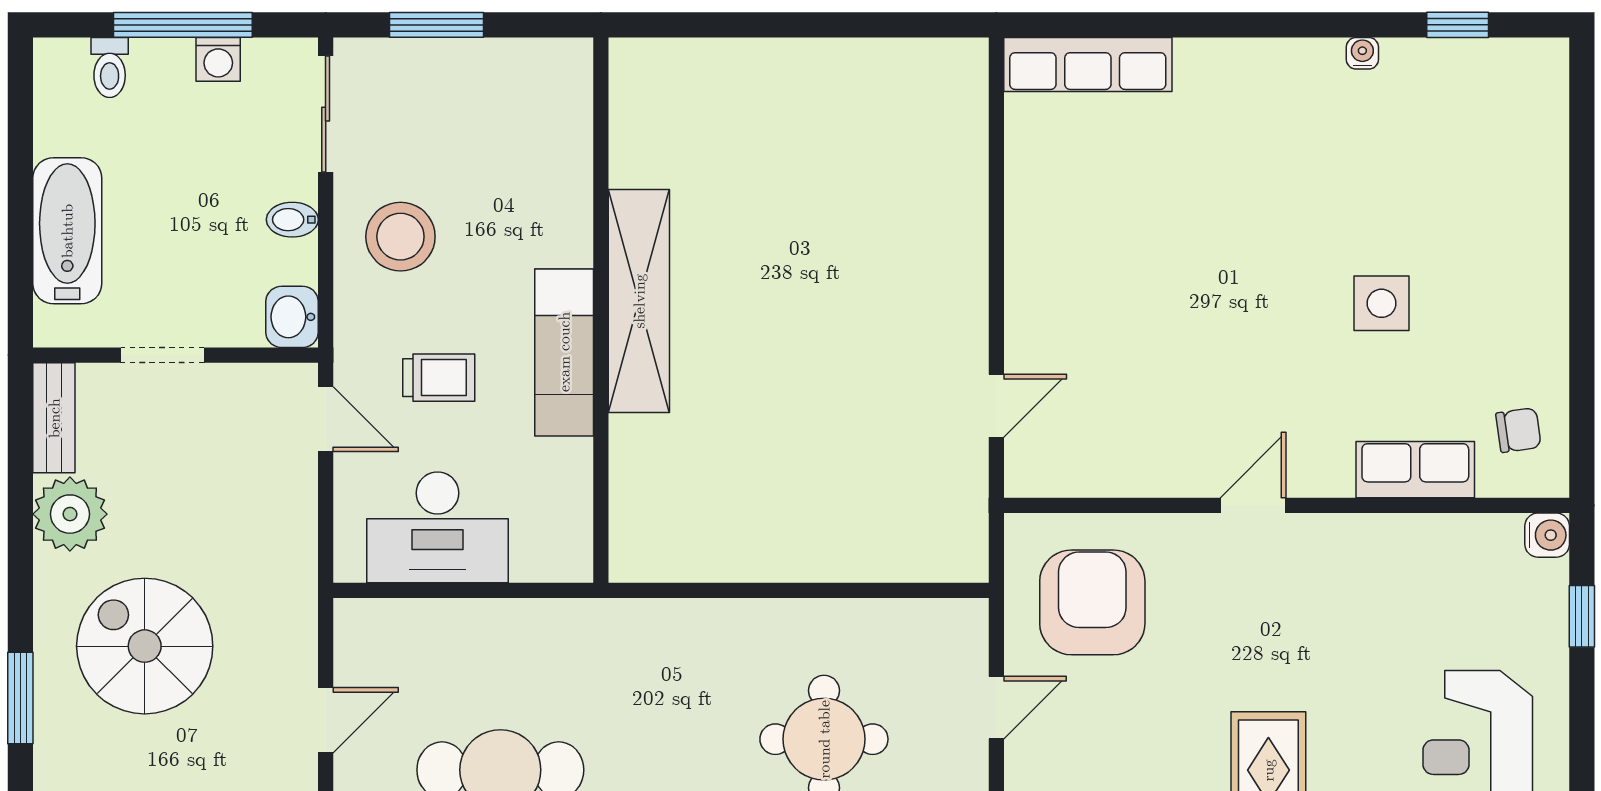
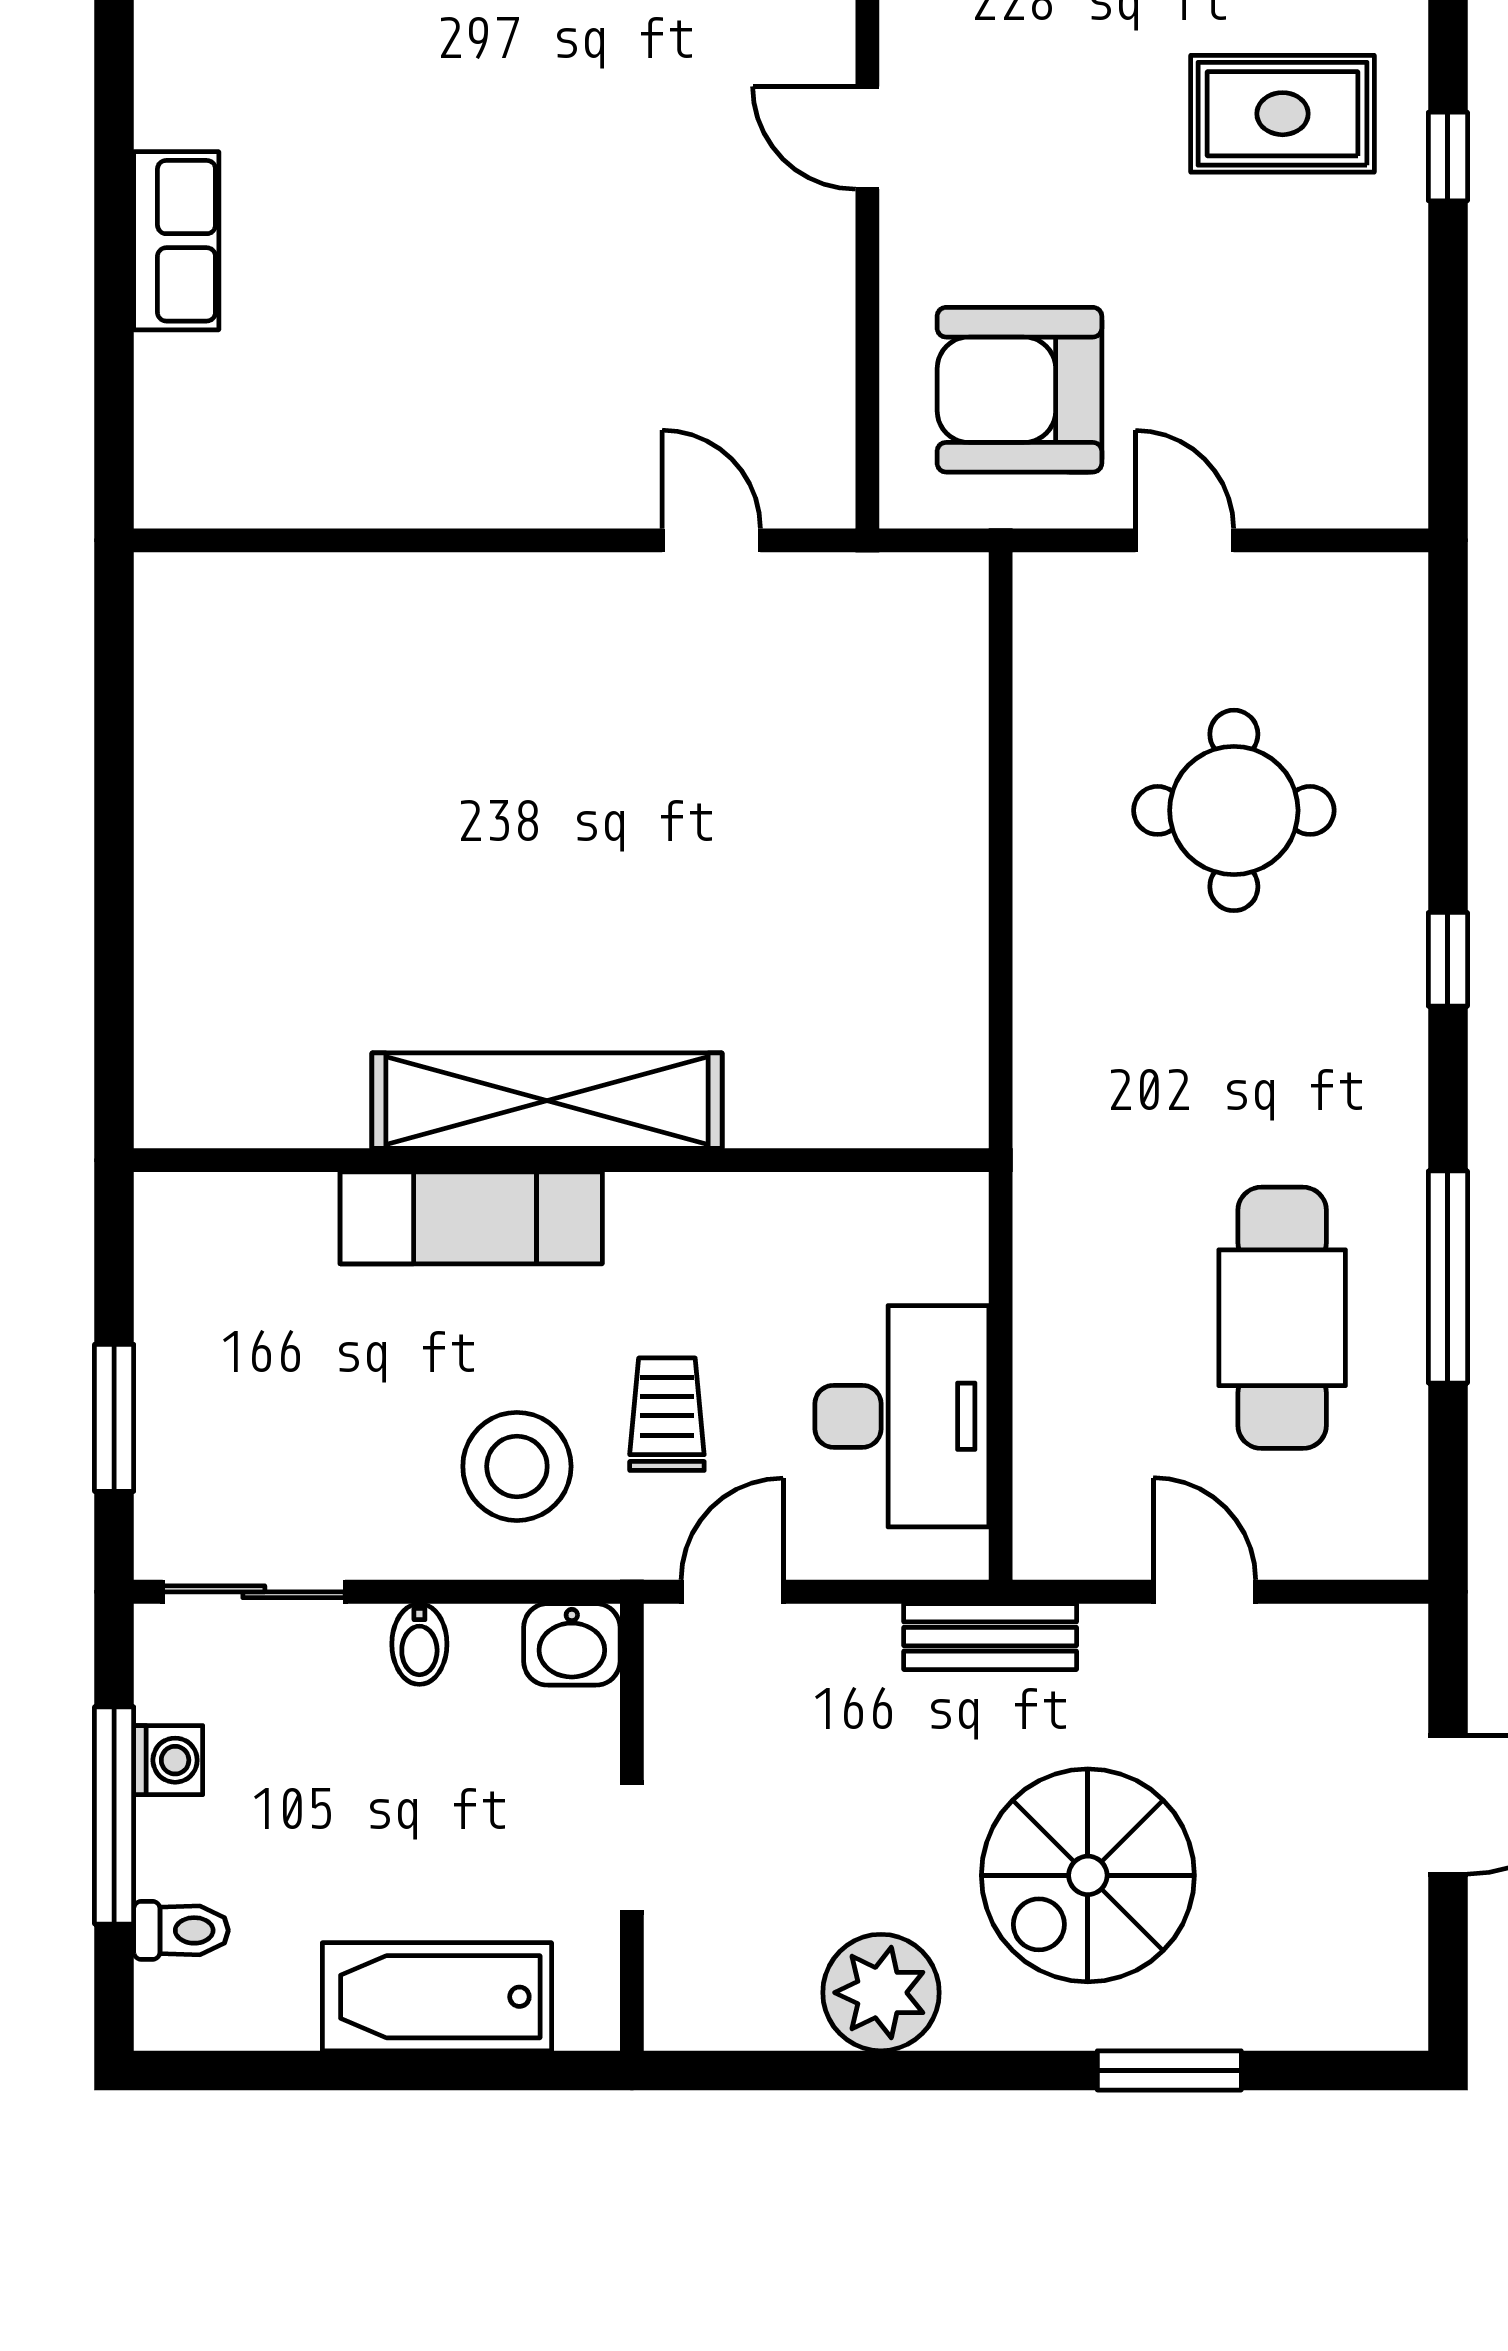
row of seats: (1088, 65) -> (176, 241), moved, width x0.68
stool: (400, 237) -> (517, 1466), moved
exam couch: (564, 352) -> (471, 1218), moved
bench: (54, 418) -> (990, 1637), moved

